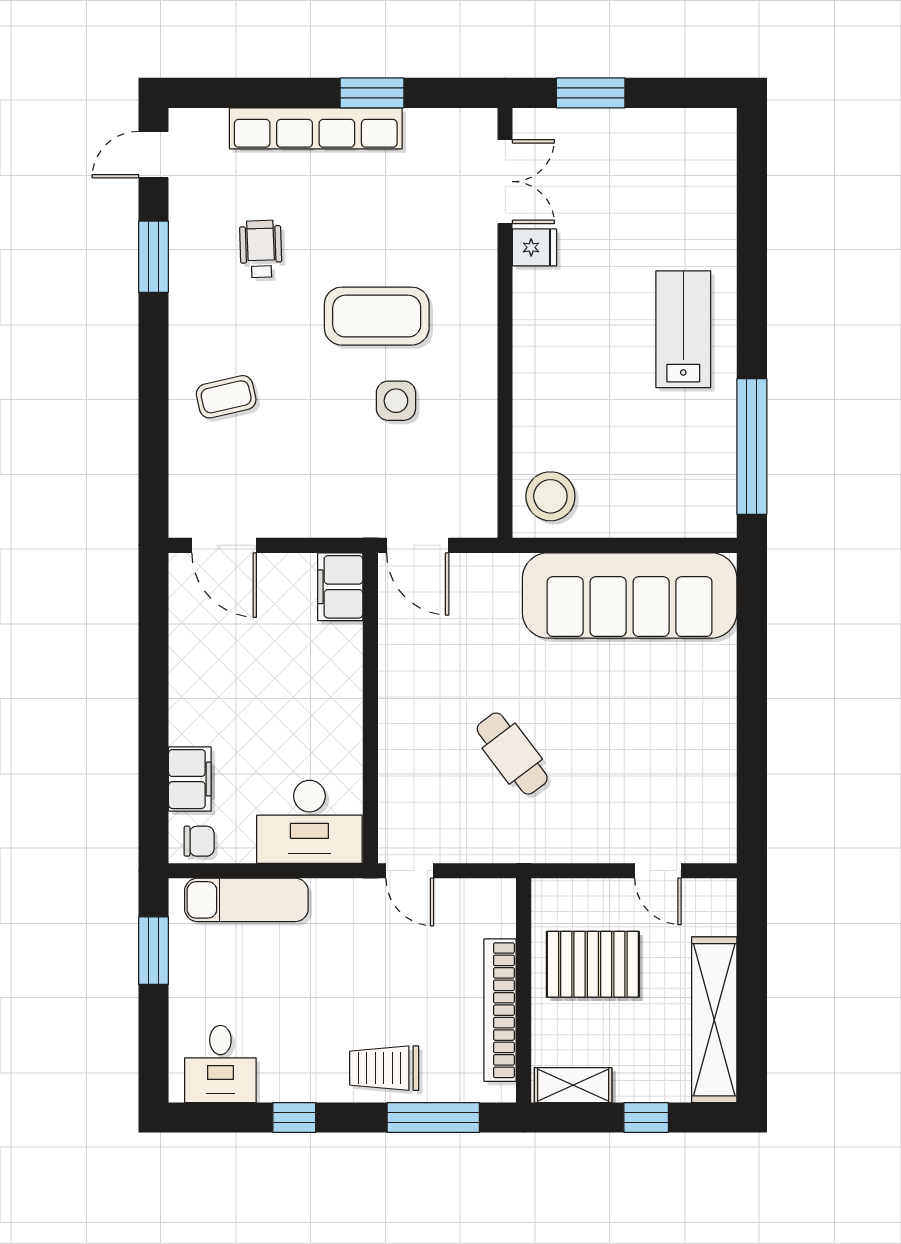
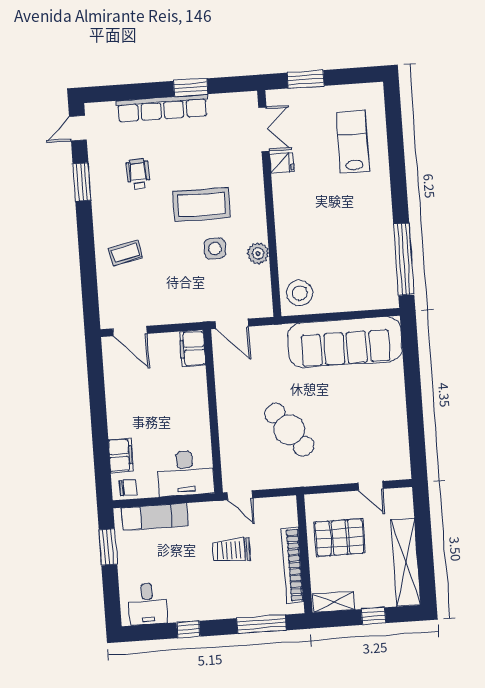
lab bench: (683, 329) -> (353, 142), moved
plant: (477, 416) -> (258, 253), added
cafe table: (512, 754) -> (289, 430), width x1.37, depth x1.35
trolley: (384, 1068) -> (231, 550), moved

